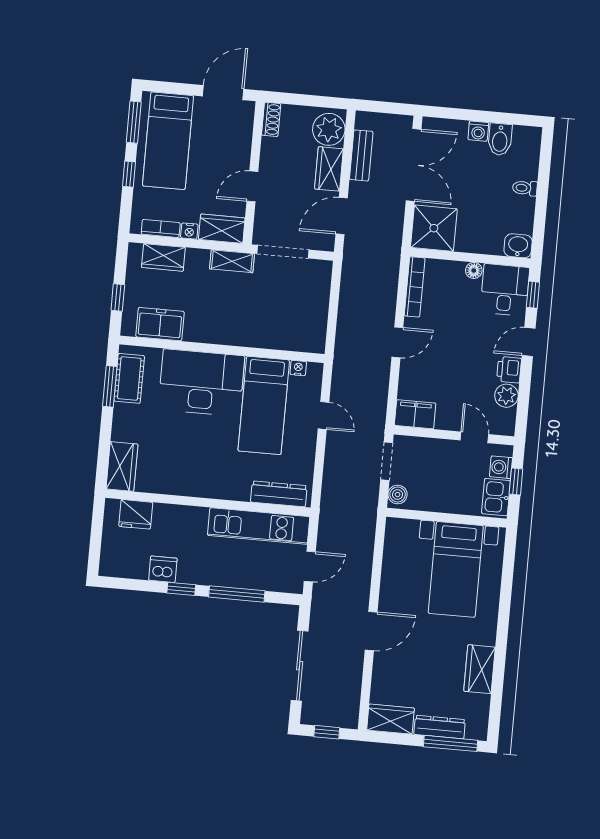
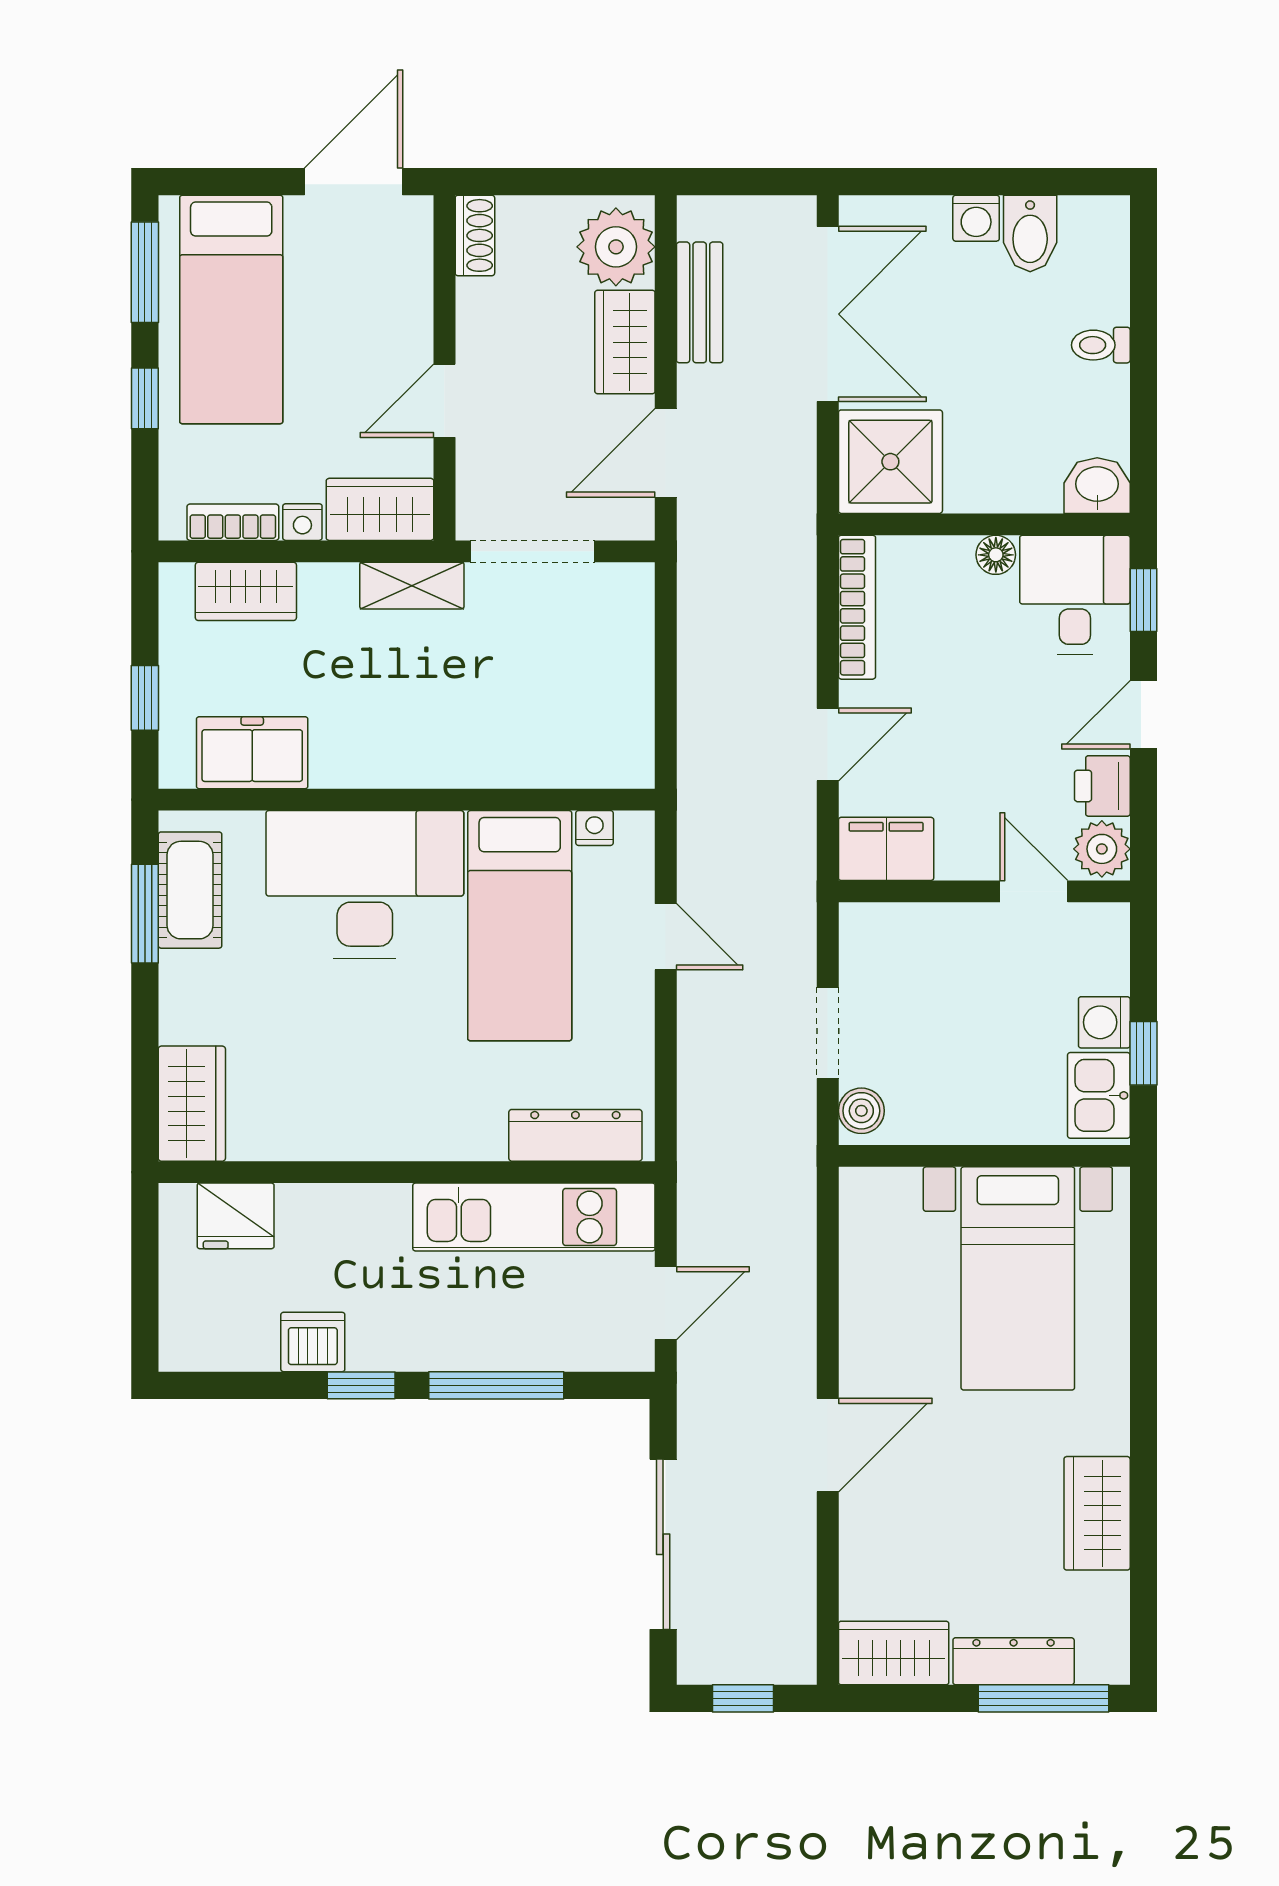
filing cabinet: (415, 414) -> (886, 849), moved
wall: (454, 435) -> (984, 891), moved
door: (474, 437) -> (1034, 891), moved

